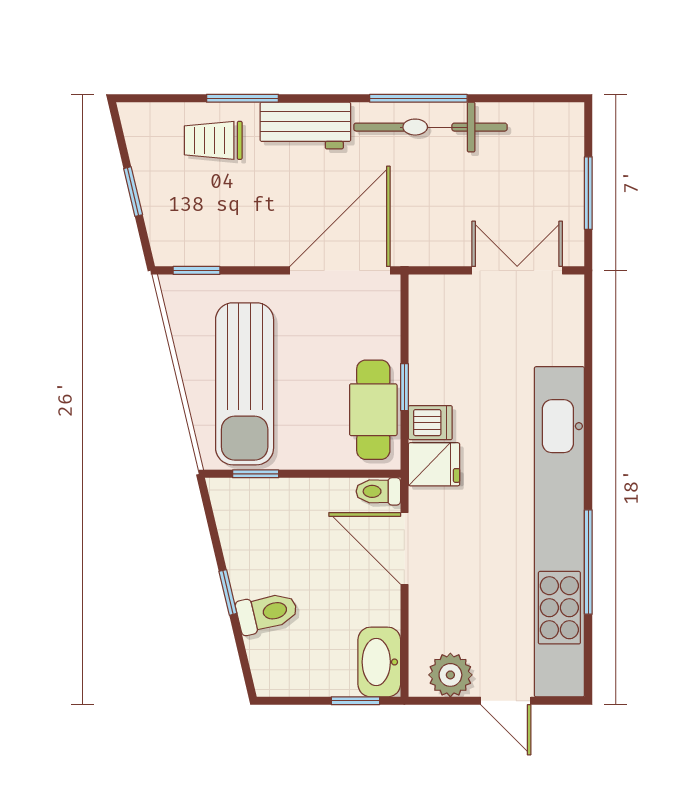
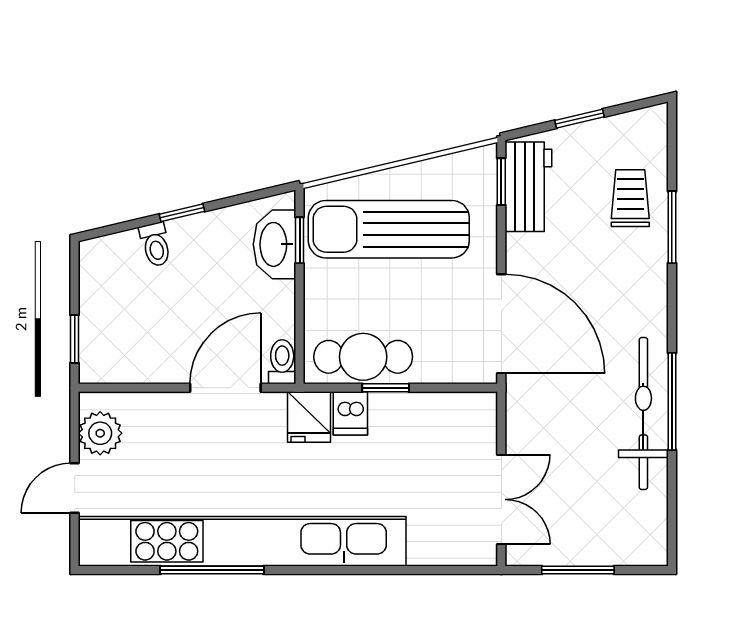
workbench: (305, 126) -> (528, 187), moved, turned 180
toilet: (267, 613) -> (155, 245), width x0.73, depth x0.72
washbasin: (379, 662) -> (275, 244), moved, turned -90

